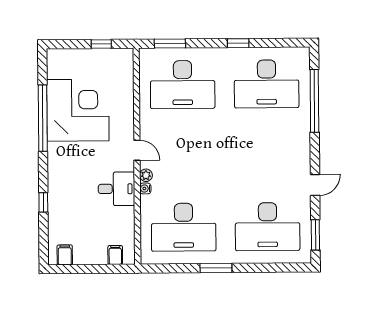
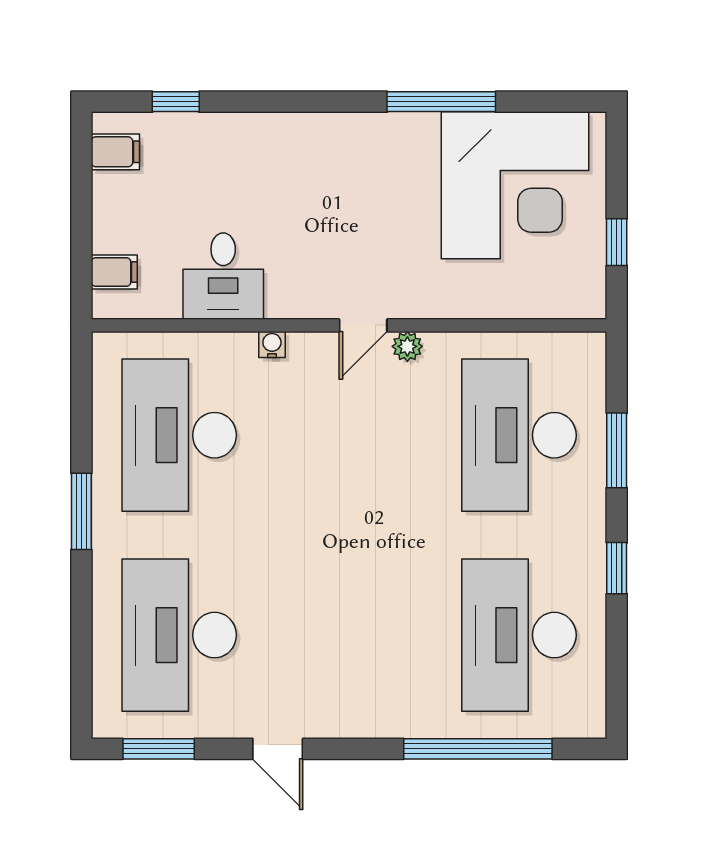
window: (170, 44) -> (617, 450), moved
corner desk: (78, 110) -> (515, 185), moved
window: (43, 118) -> (441, 102), width x0.68
plant: (146, 175) -> (407, 346), moved
desk: (117, 189) -> (223, 276), moved
window: (43, 202) -> (176, 102), moved

